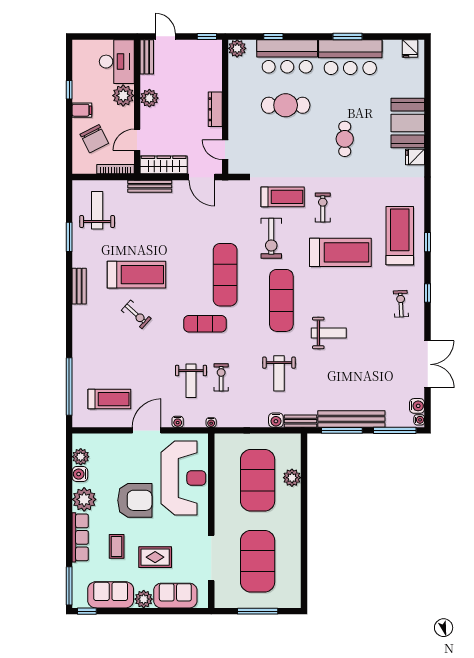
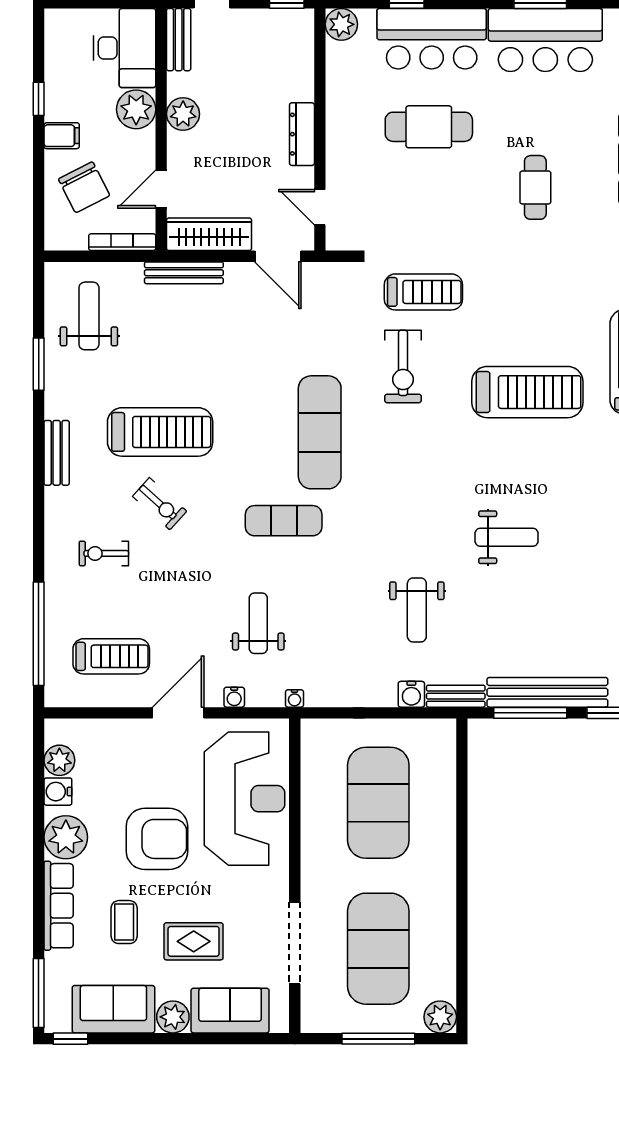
exercise bike: (323, 207) -> (496, 311), removed
exercise mat: (281, 300) -> (421, 479), removed
exercise bike: (221, 377) -> (104, 553), moved, turned -90
weight bench: (191, 381) -> (258, 623), turned 180
plant: (292, 478) -> (440, 1017), moved

